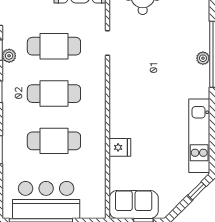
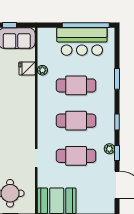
fridge: (120, 147) -> (27, 68), moved
plant: (99, 161) -> (42, 70), added

